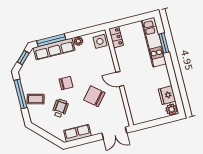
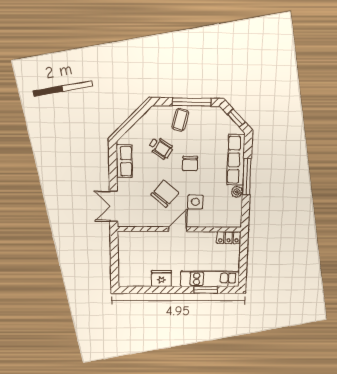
window: (51, 40) -> (247, 177), moved
side table: (100, 41) -> (195, 202), moved
fridge: (167, 95) -> (161, 279), moved
plant: (172, 109) -> (125, 280), removed

